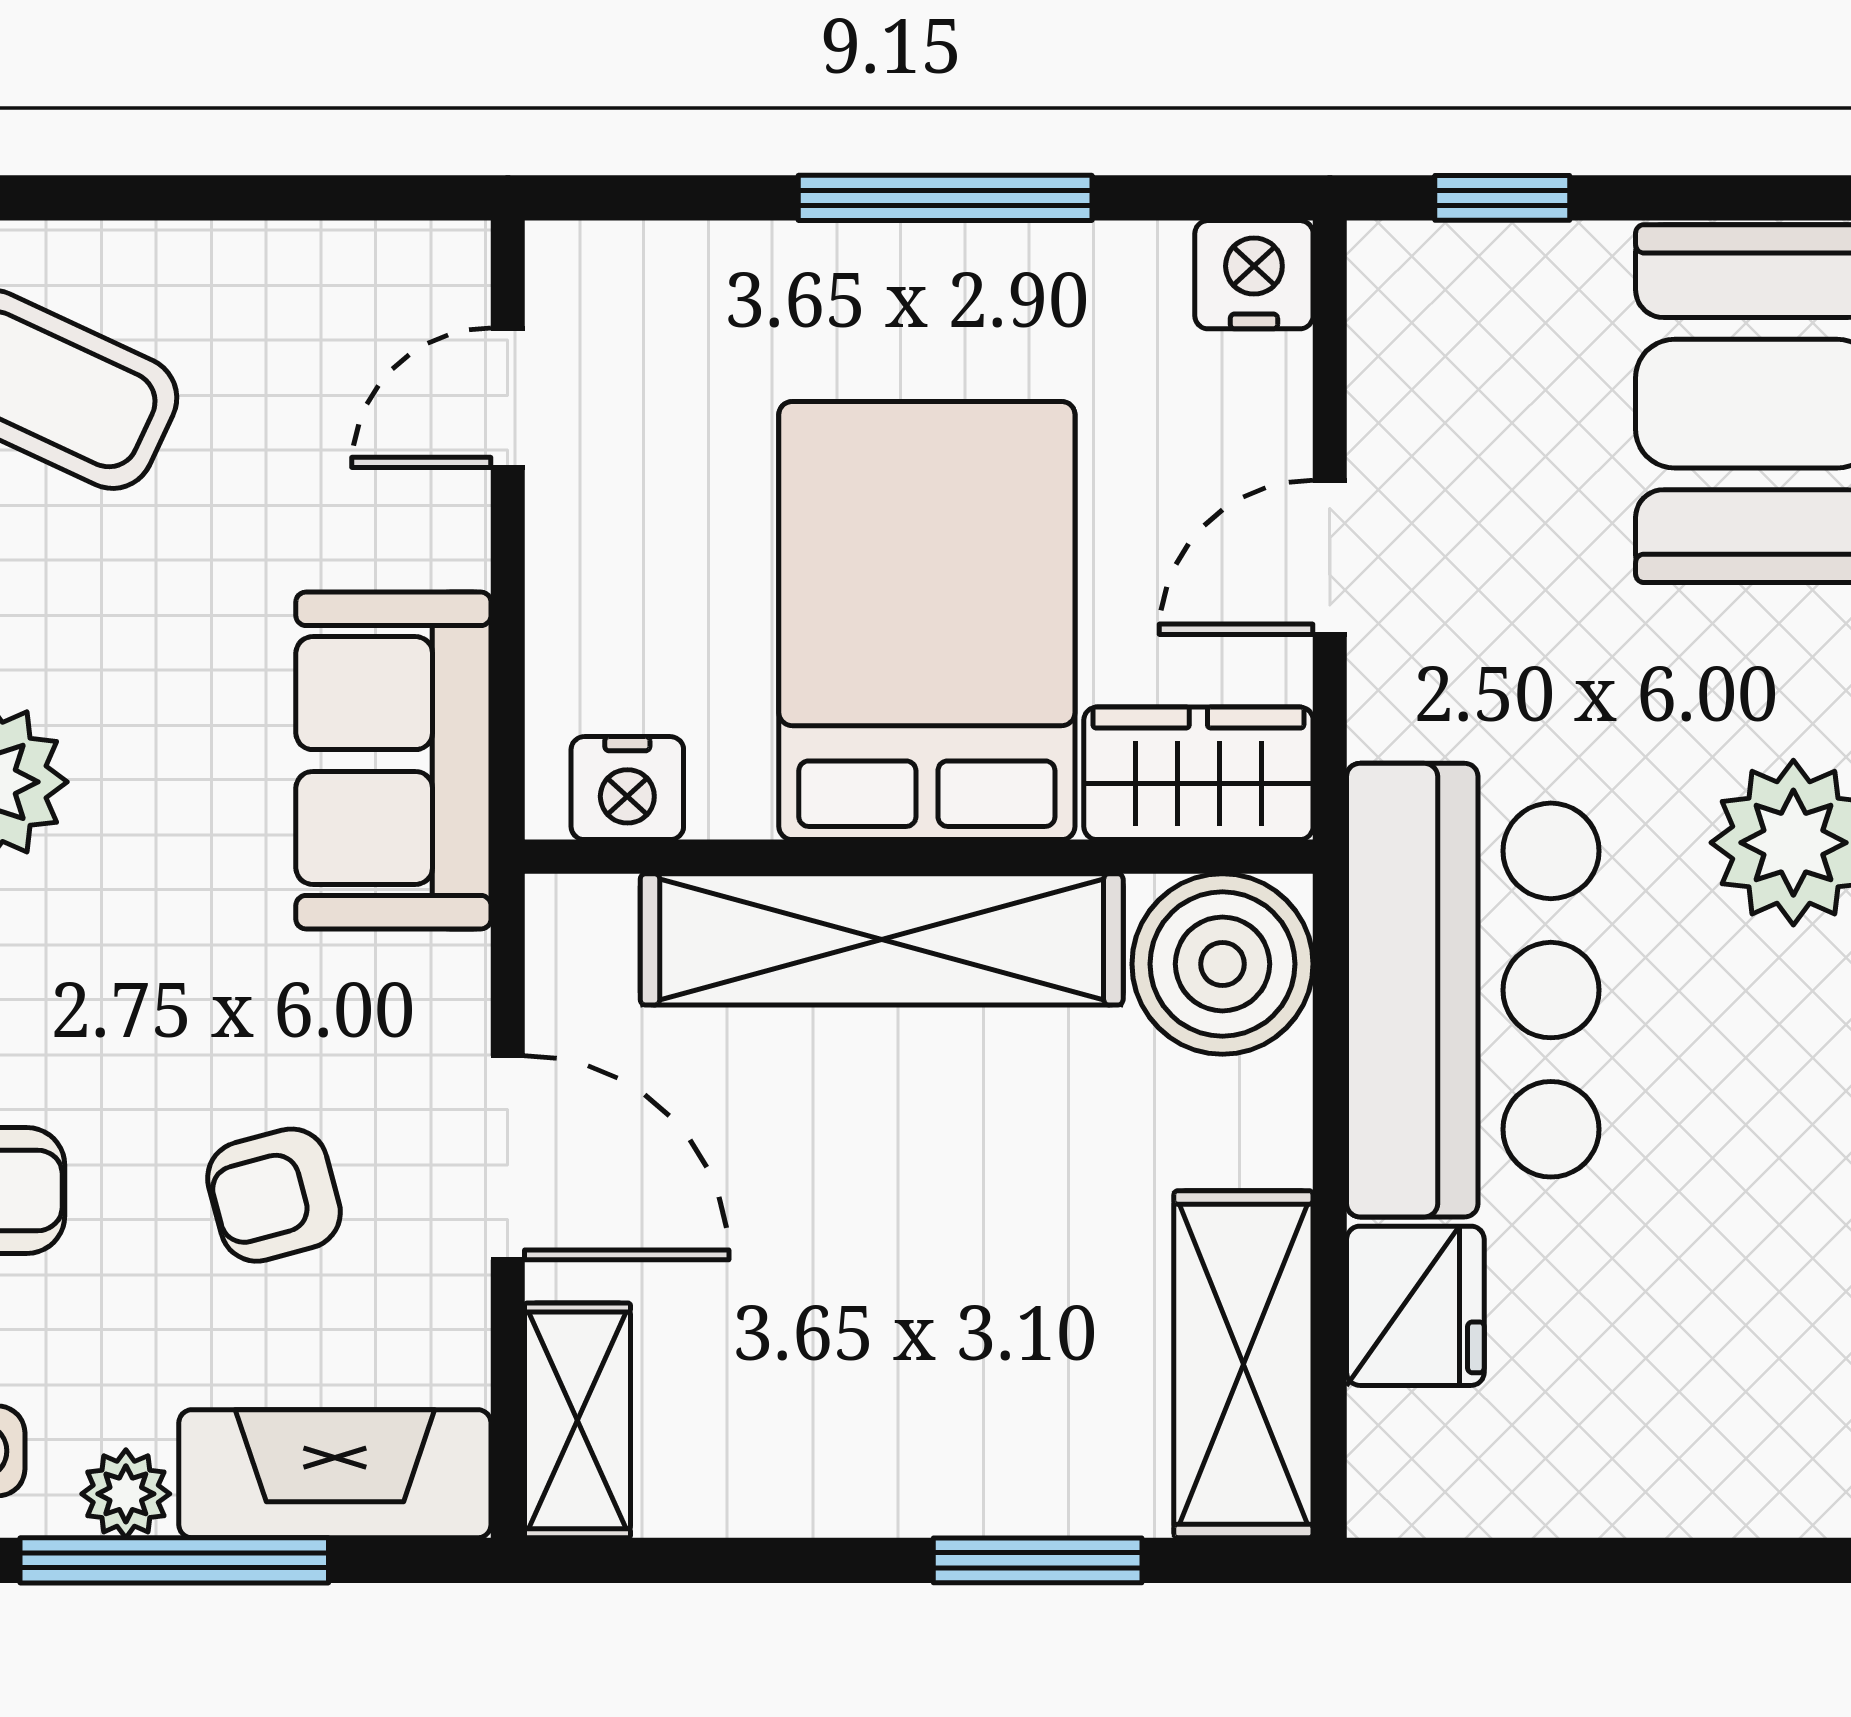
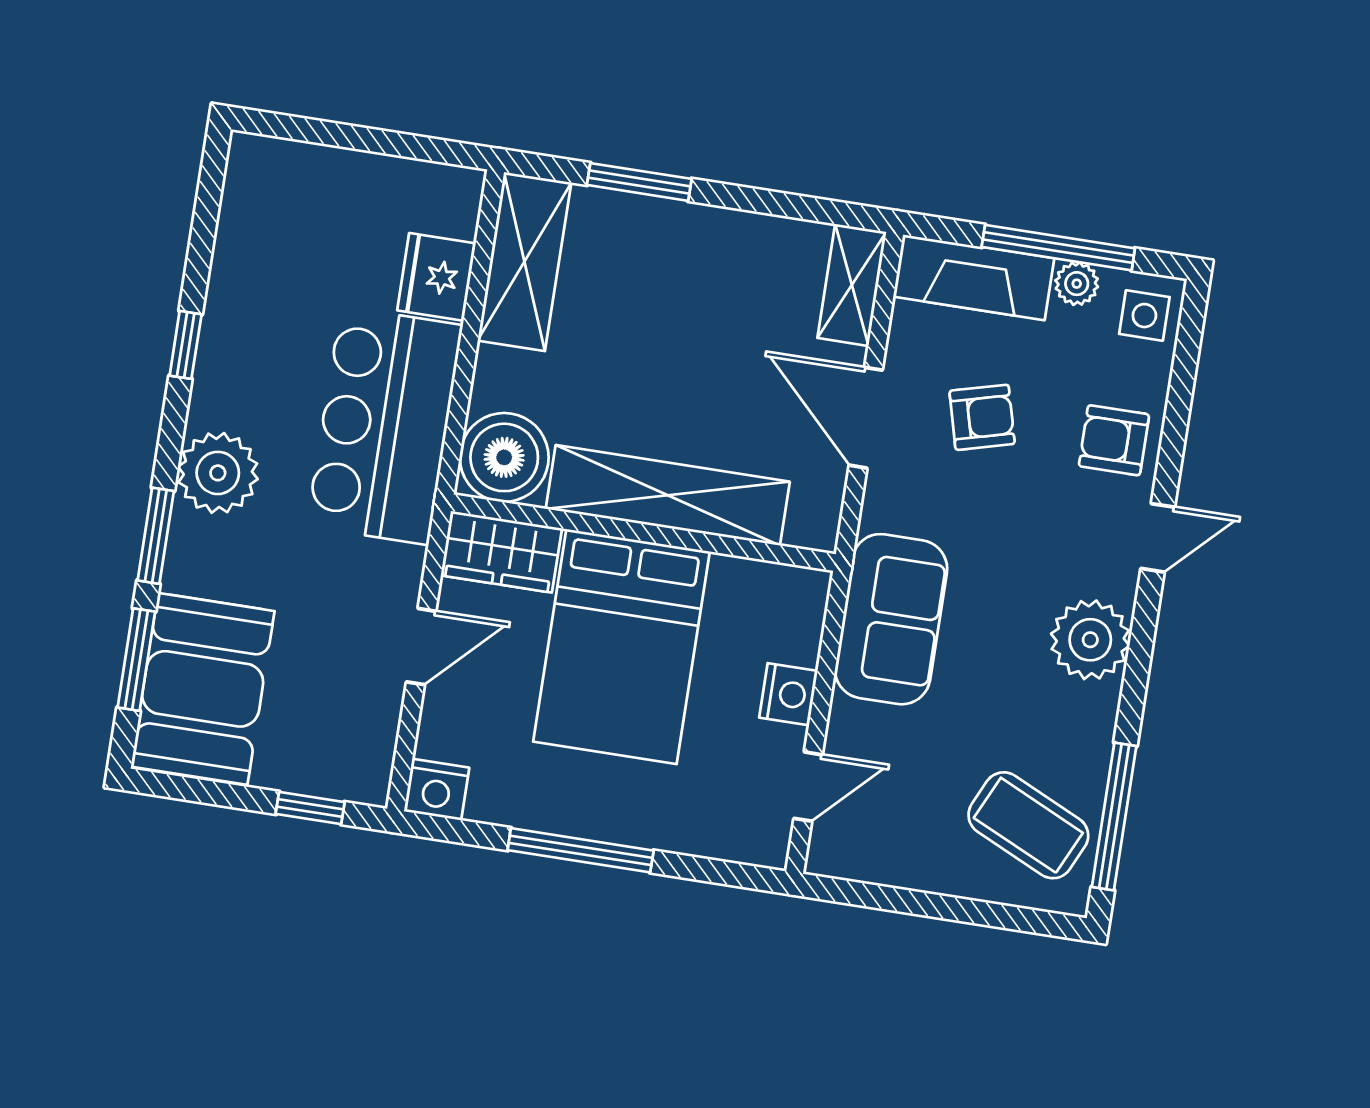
nightstand: (627, 788) -> (788, 694), moved, turned 90

